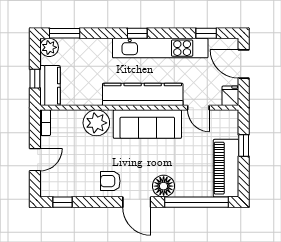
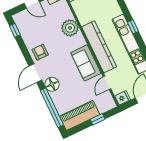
sofa: (147, 124) -> (86, 63), width x0.73

